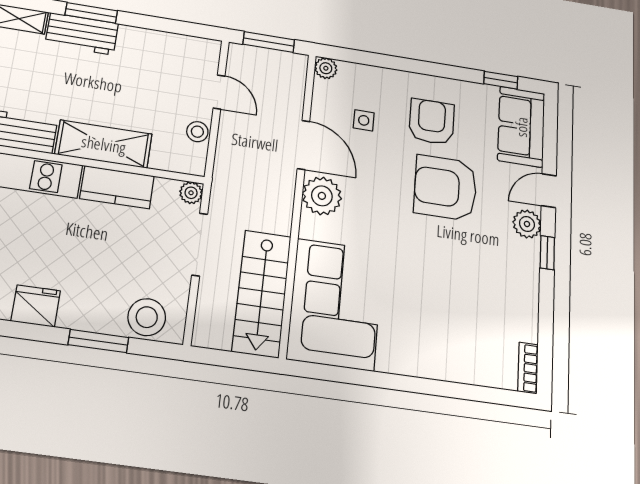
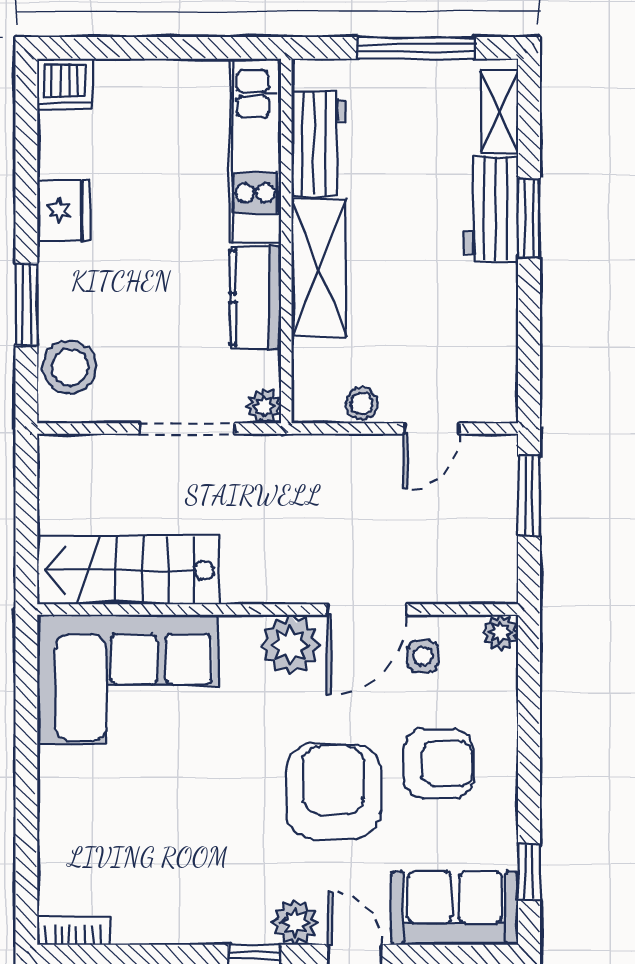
plant: (326, 68) -> (500, 633), moved
door: (303, 145) -> (367, 610), moved
plant: (322, 196) -> (290, 645), moved
wall: (298, 200) -> (278, 610), moved
stairs: (262, 293) -> (128, 570), moved
corner sofa: (335, 304) -> (128, 679), moved

